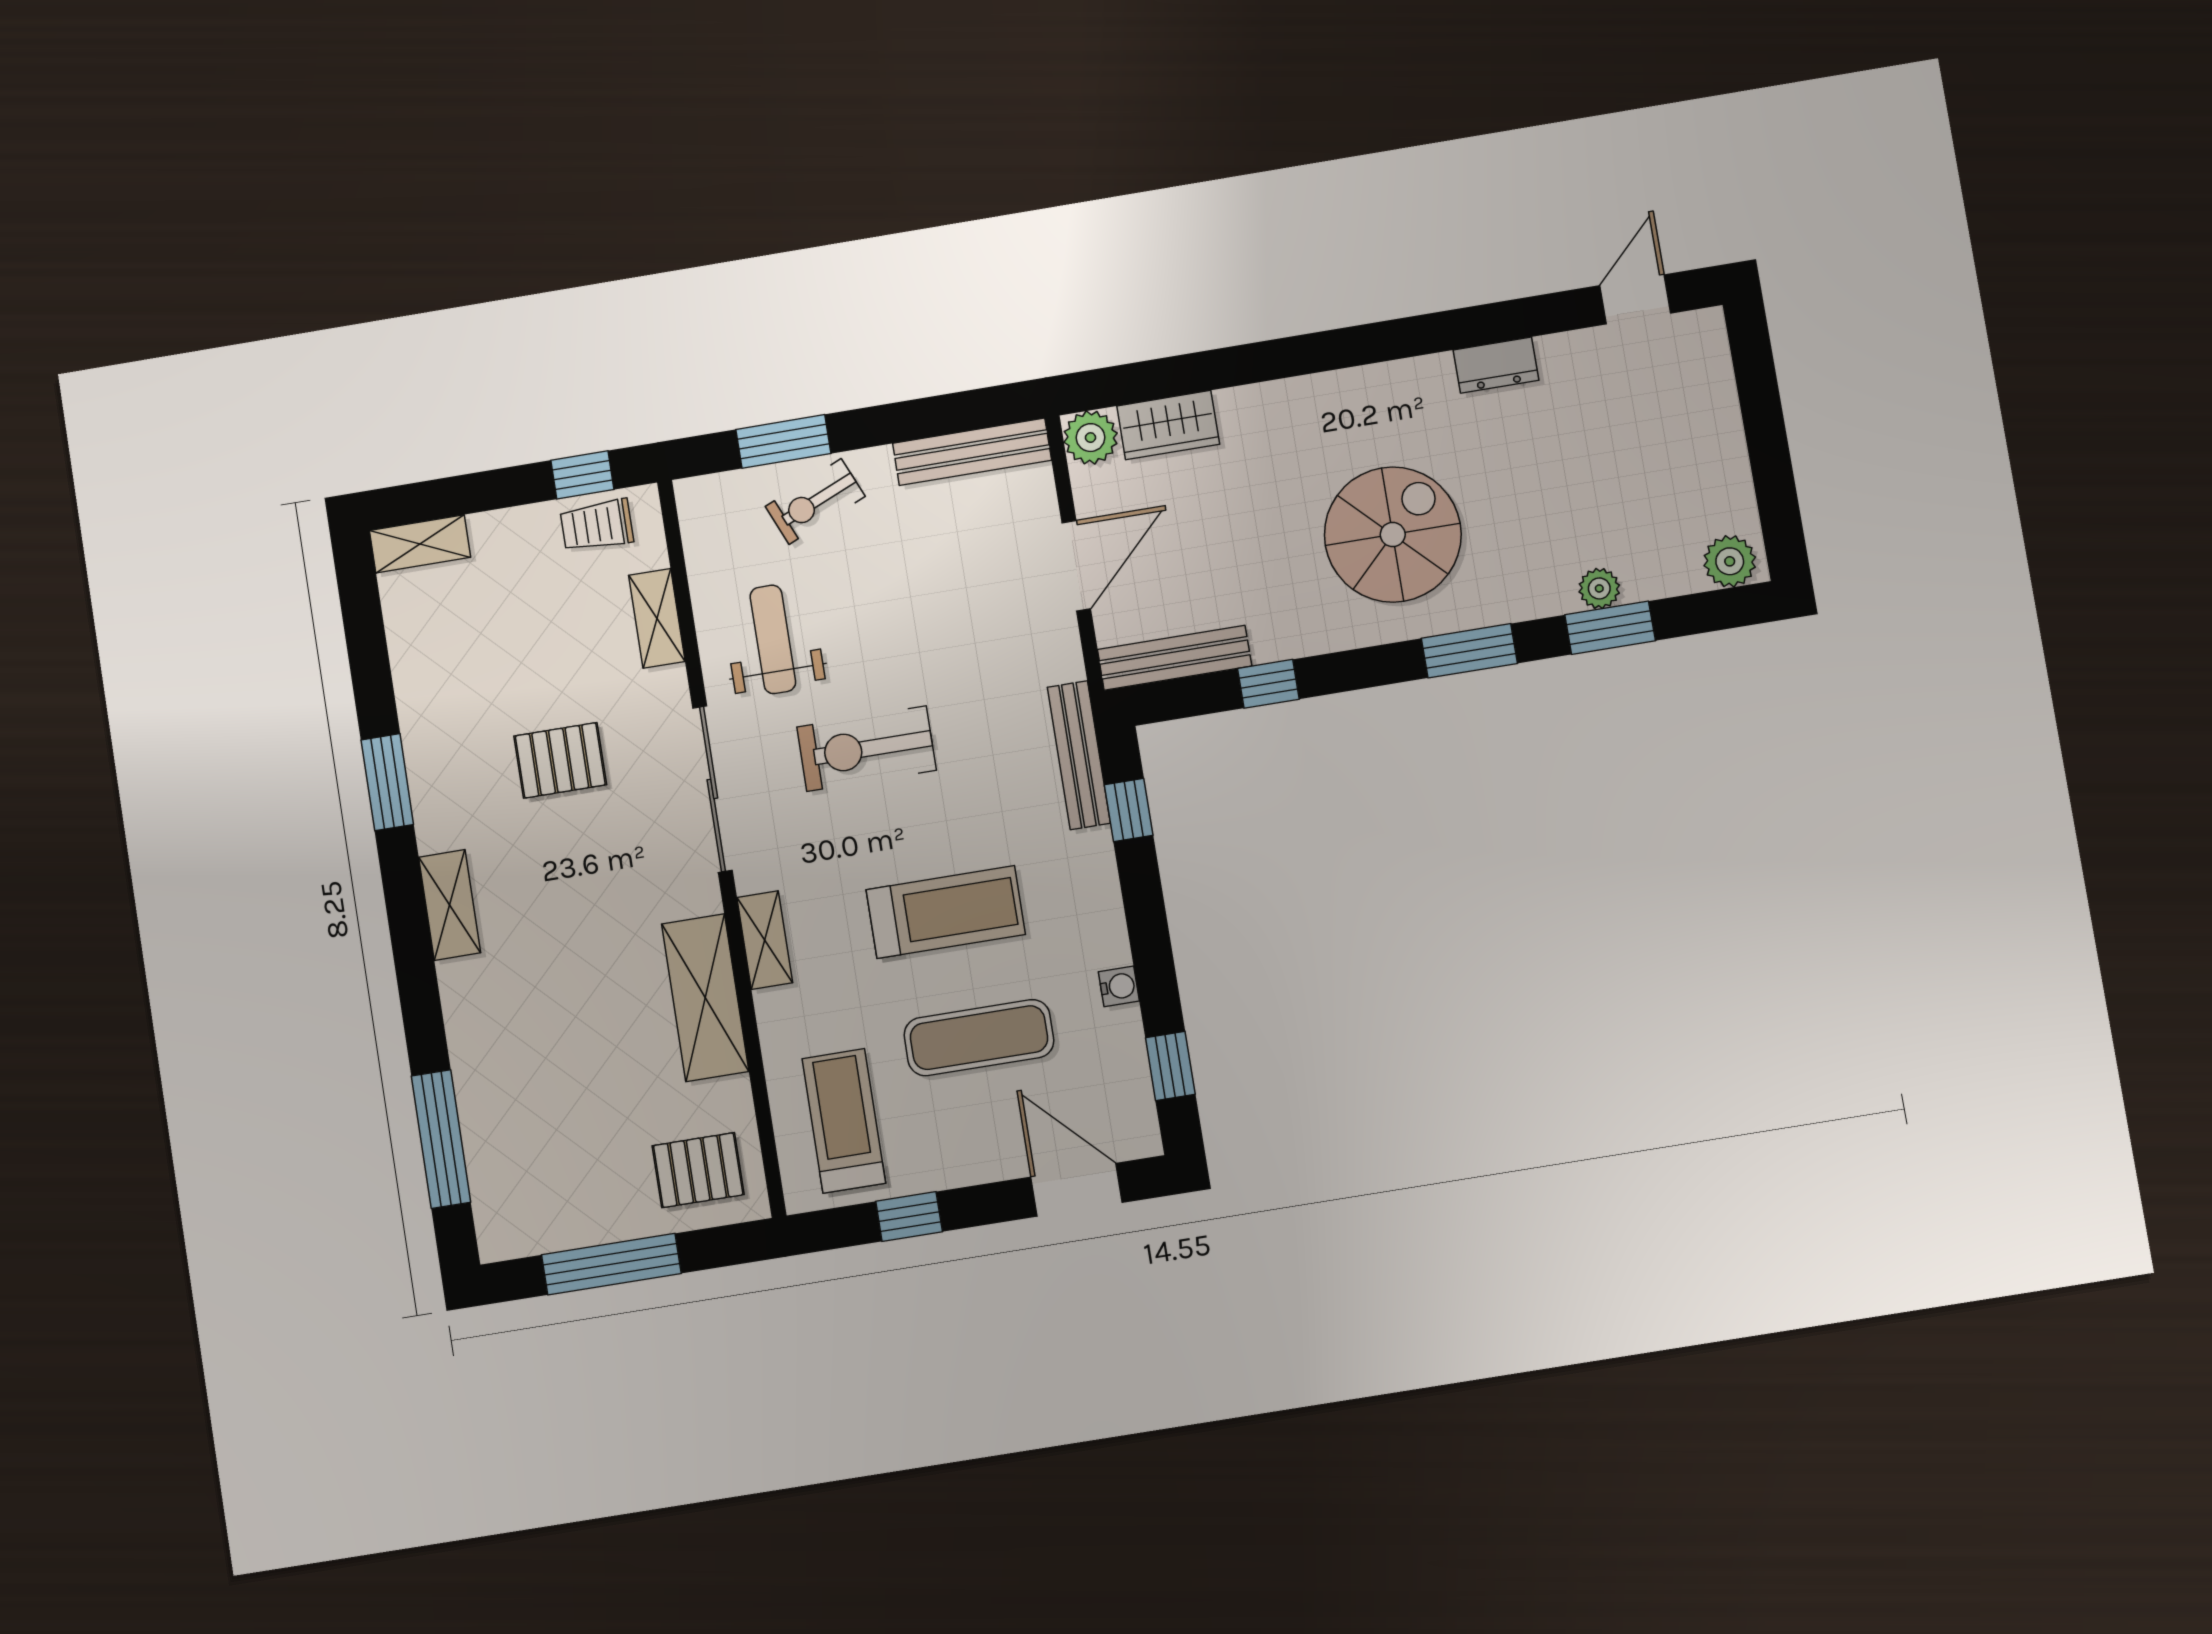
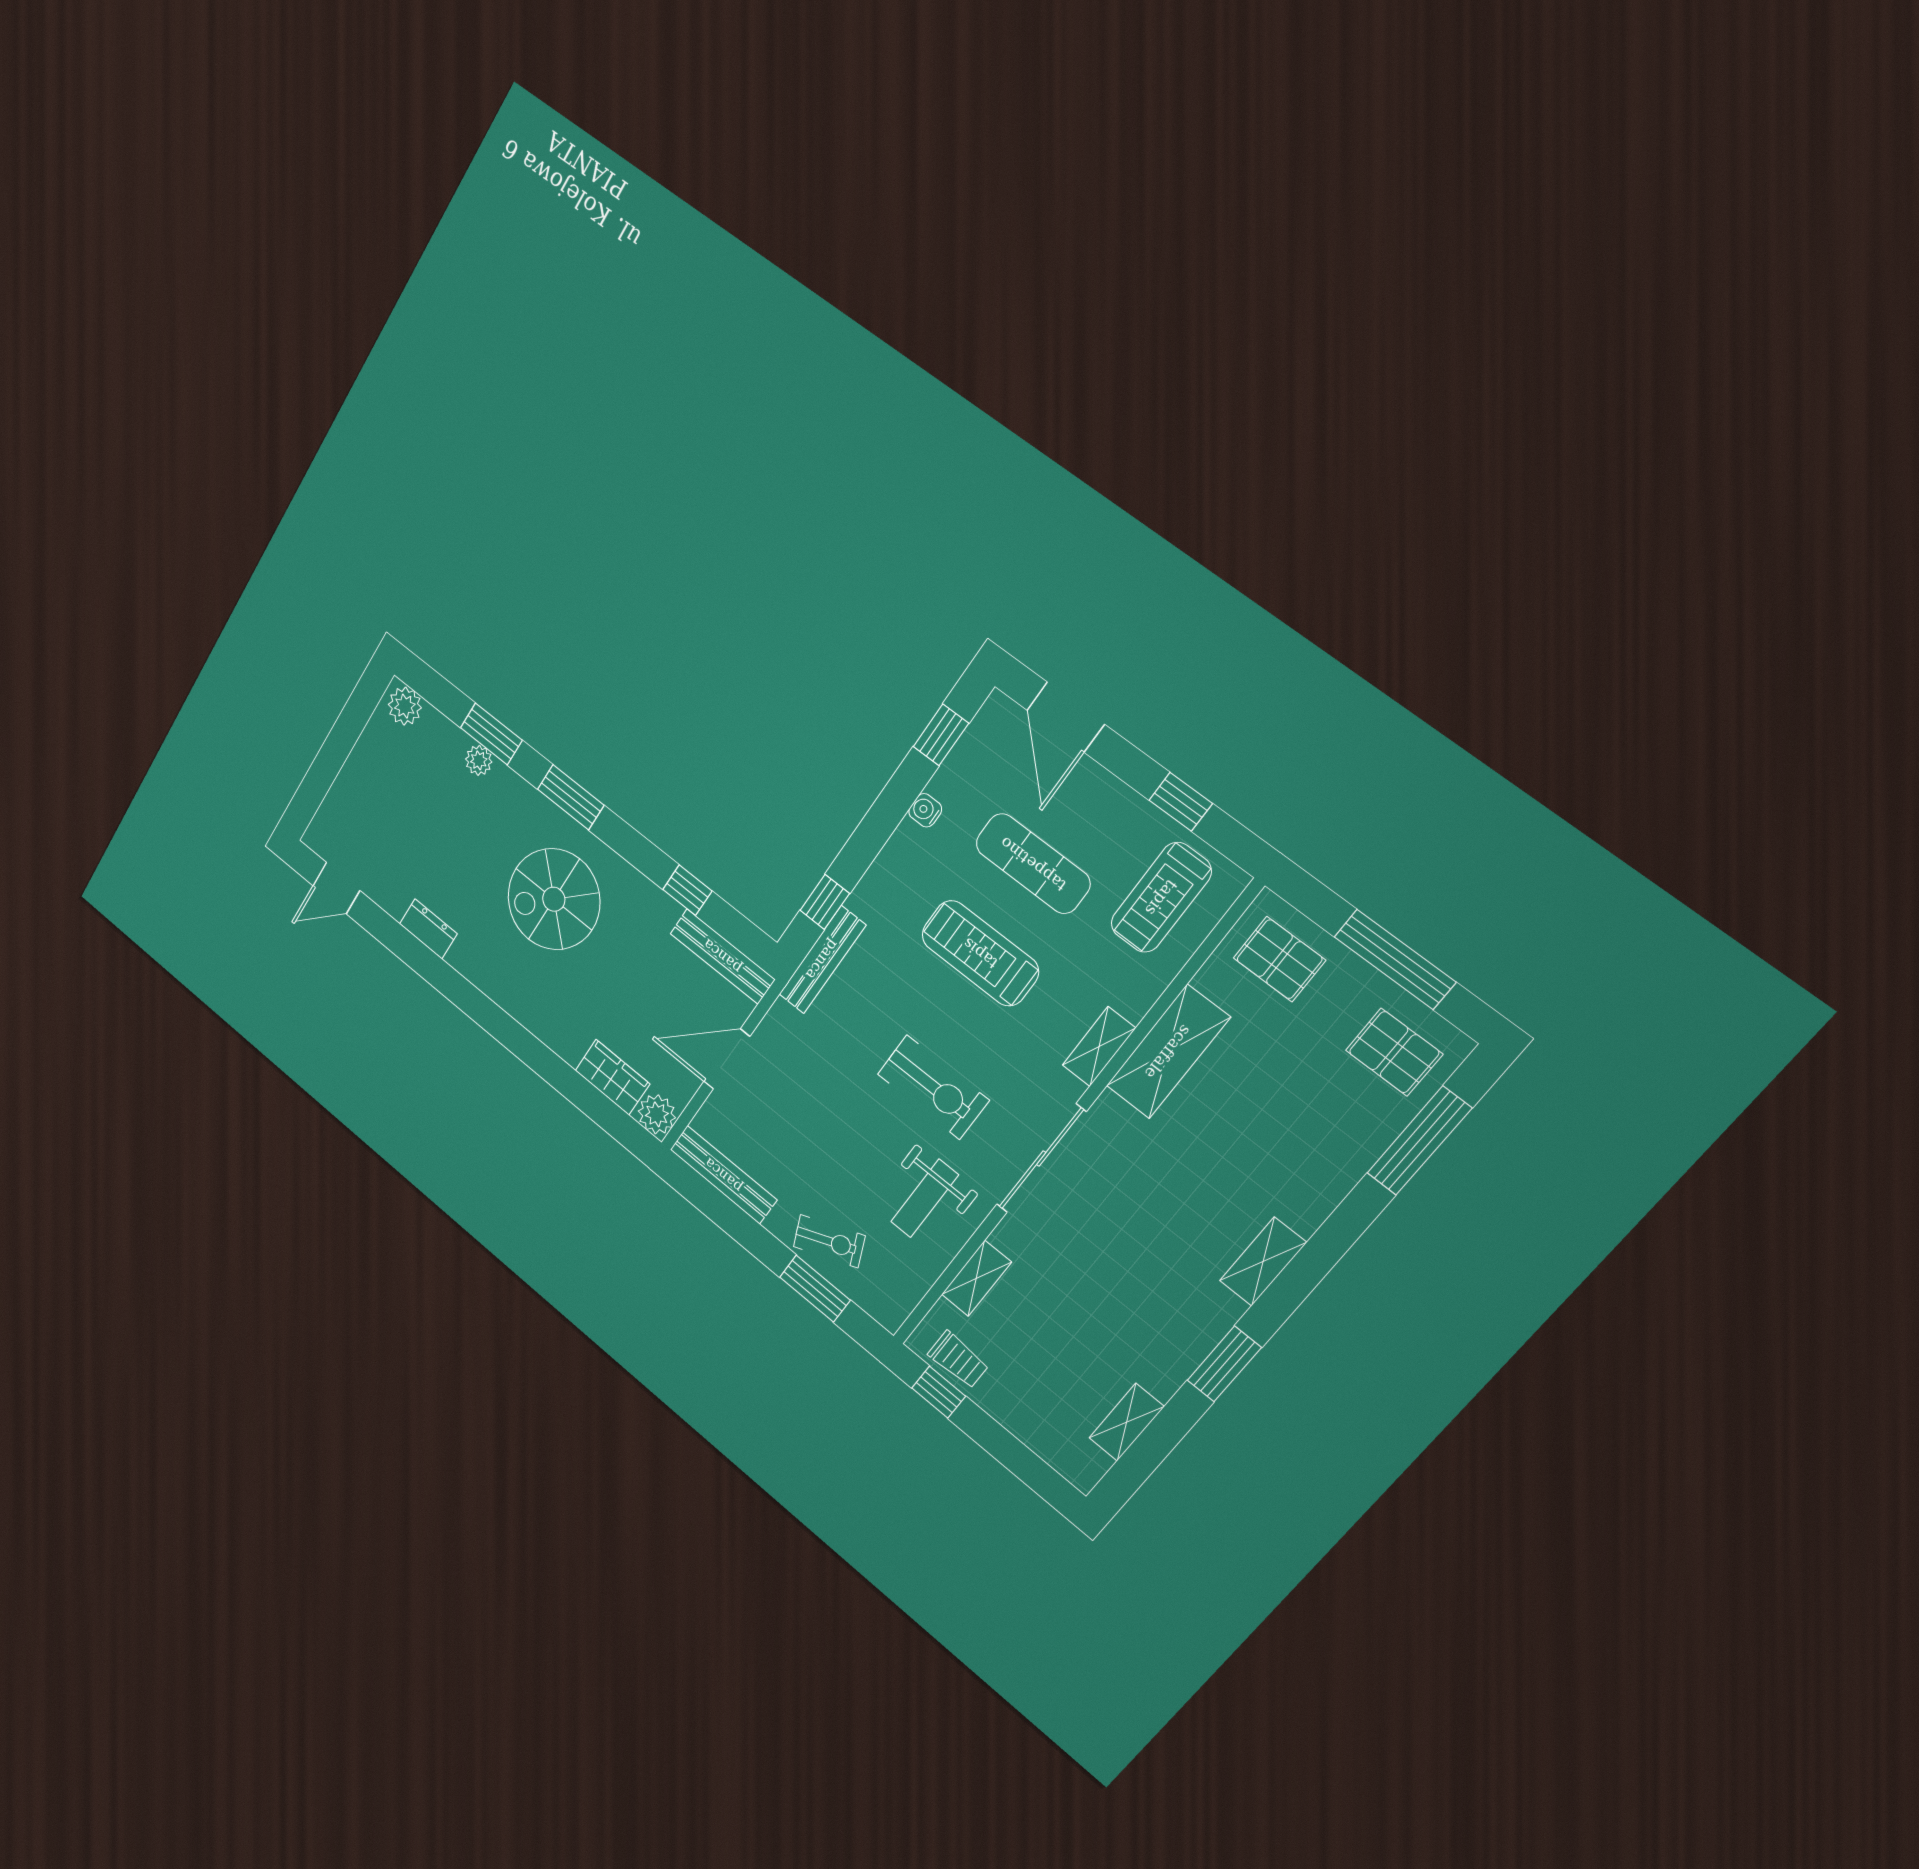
shelving: (420, 544) -> (1127, 1422), moved, turned 90
pallet: (560, 760) -> (1394, 1052), moved

